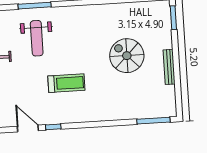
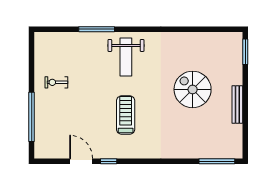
weight bench: (37, 38) -> (126, 57), moved
treadmill: (66, 83) -> (126, 115), turned -90

